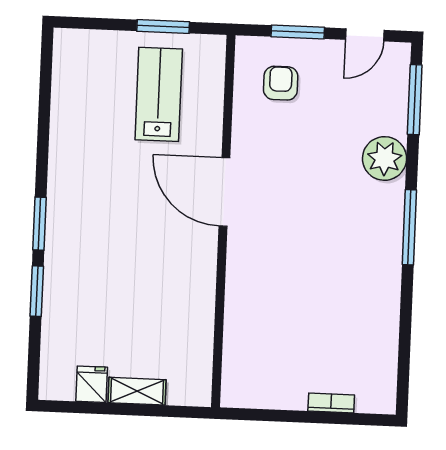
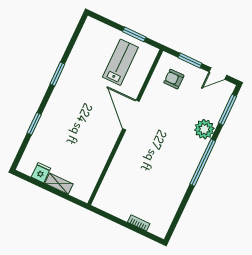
armchair: (281, 83) -> (174, 79), turned -90
window: (40, 224) -> (57, 74), moved
window: (409, 227) -> (203, 163), width x1.46

